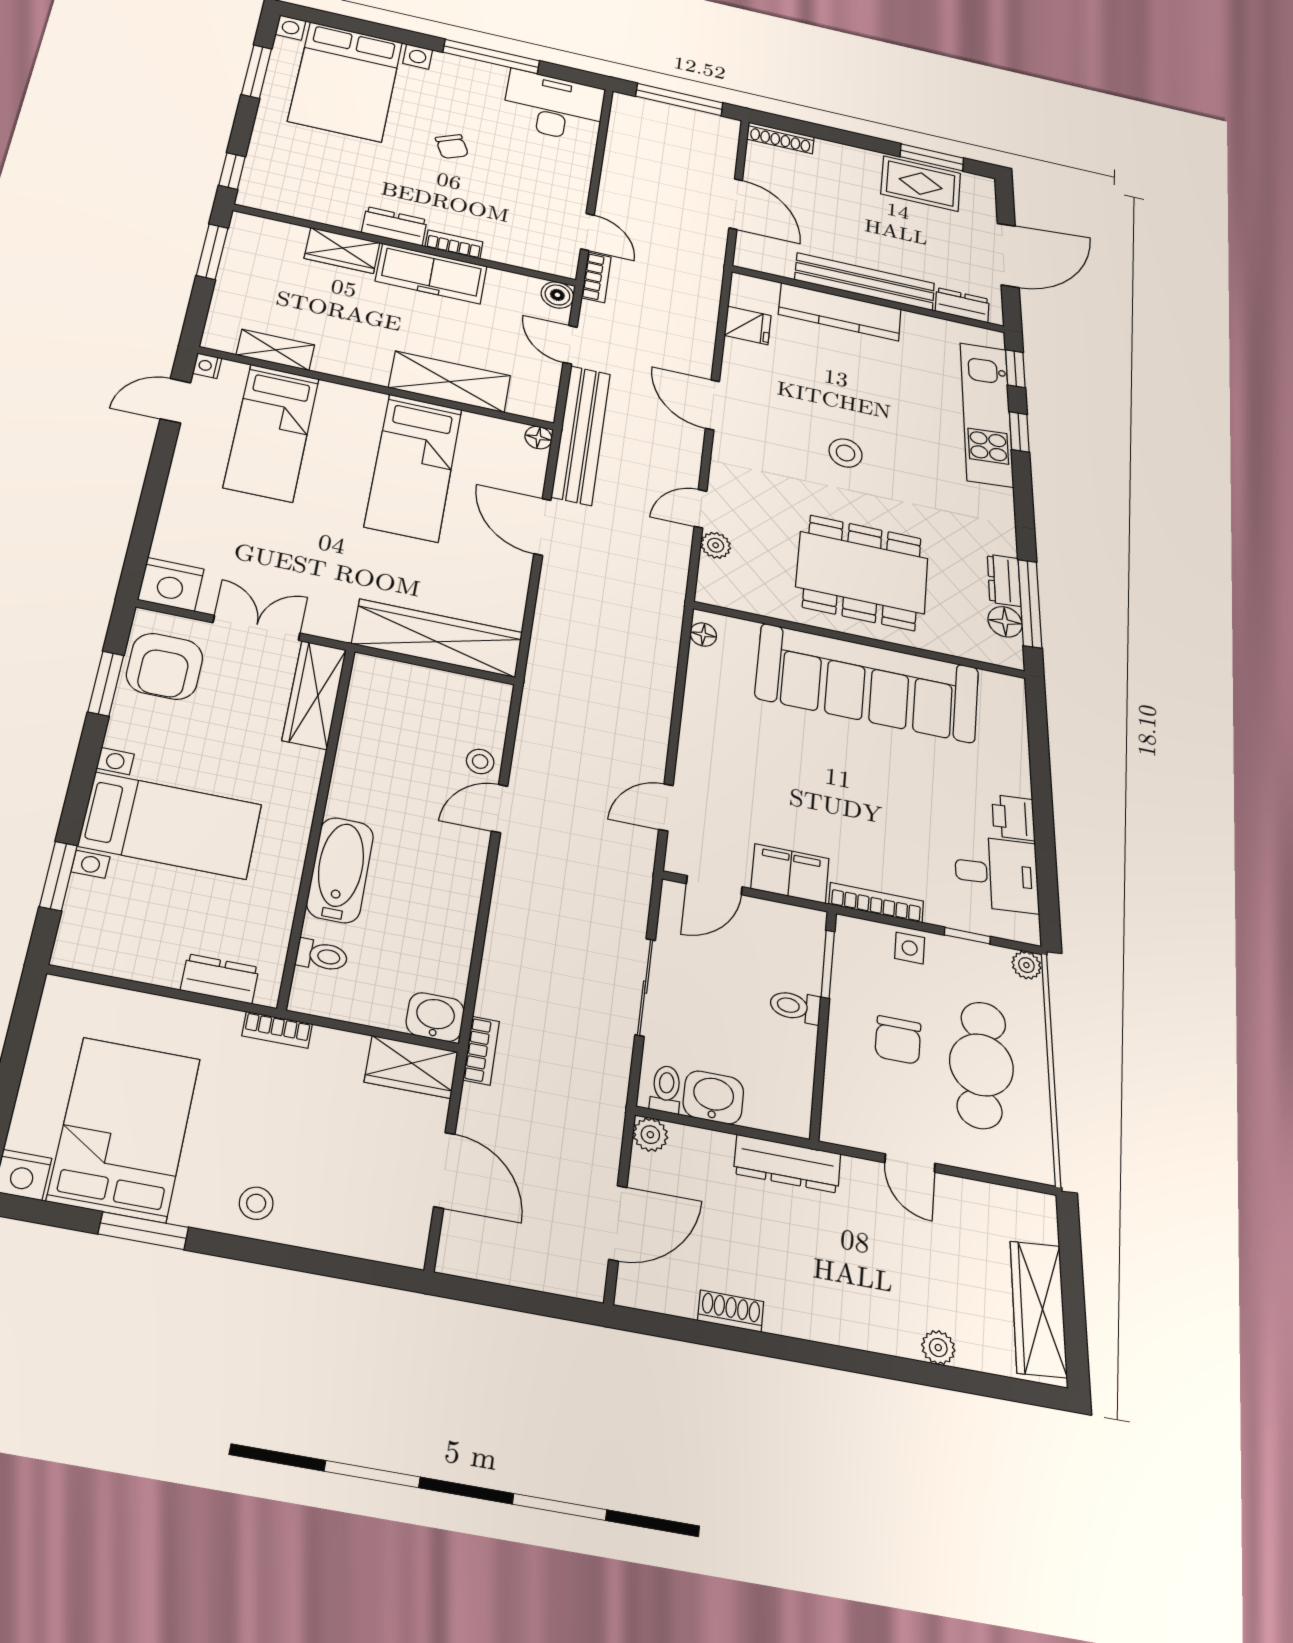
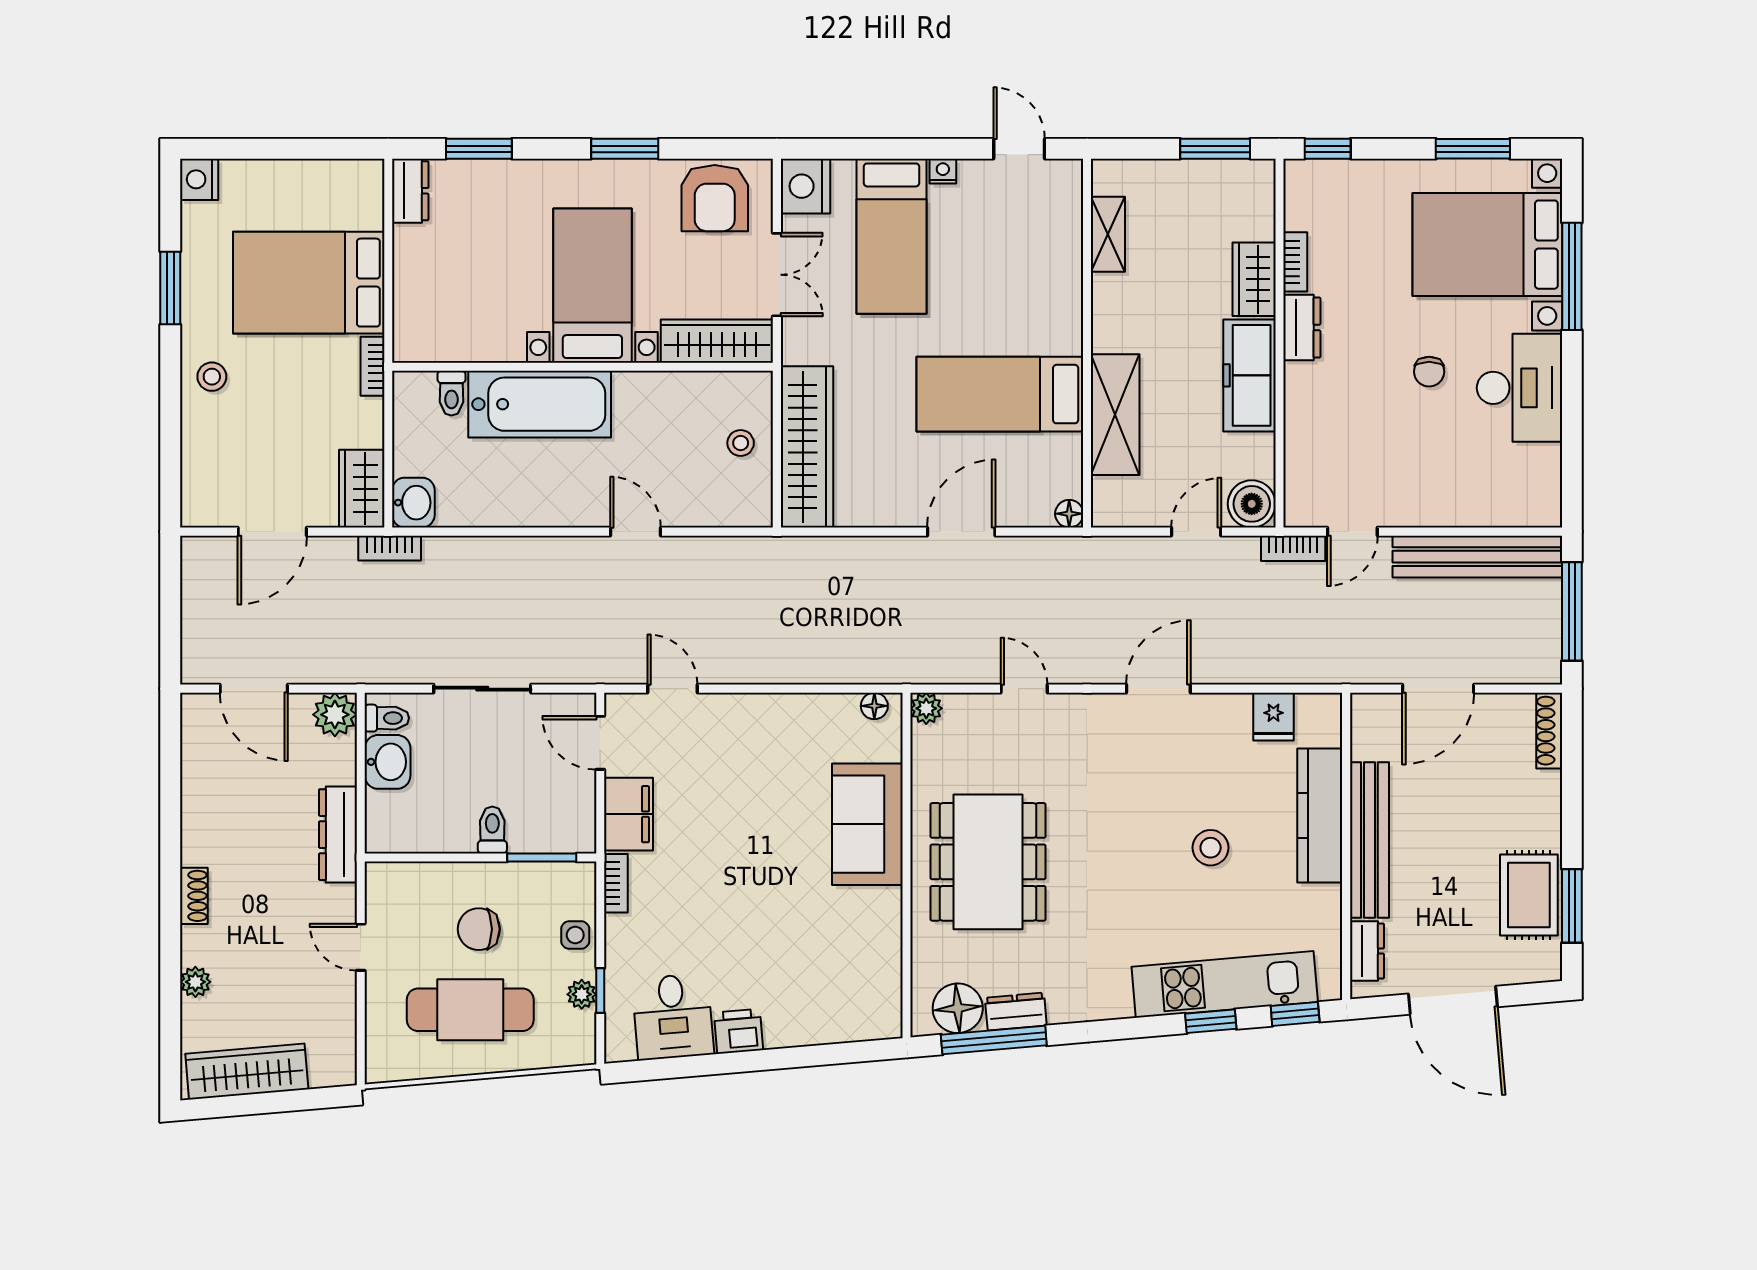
window: (491, 57) -> (1572, 276), moved
desk: (554, 106) -> (1520, 388), moved
chair: (452, 147) -> (1429, 372), turned -65
bookcase: (454, 244) -> (1295, 262), moved
boiler: (557, 295) -> (1252, 504), width x1.36, depth x1.36
nightstand: (207, 366) -> (943, 171), moved
bed: (272, 433) -> (891, 236), moved, turned -90
bench: (581, 435) -> (1477, 557), moved
stool: (846, 453) -> (1211, 848), moved
plant: (716, 545) -> (926, 708), moved
floor lamp: (1005, 622) -> (958, 1008), width x1.38, depth x1.38
armchair: (165, 666) -> (715, 198), turned -90
sofa: (868, 683) -> (867, 824), width x0.54, depth x0.79
window: (106, 684) -> (625, 149), moved
stool: (480, 761) -> (741, 443), moved
bed with nightstands: (170, 825) -> (592, 286), moved, turned 180
bathtub: (340, 870) -> (540, 404), width x1.36, depth x1.36
bookcase: (876, 903) -> (616, 883), width x0.64
plant: (1026, 965) -> (582, 994), moved
dresser: (220, 979) -> (410, 191), moved
bed: (124, 1129) -> (309, 283), moved, turned 180
plant: (650, 1135) -> (335, 715), width x1.38, depth x1.38
door: (910, 1163) -> (361, 947), hinge flipped
shoe rack: (731, 1311) -> (194, 896), moved

